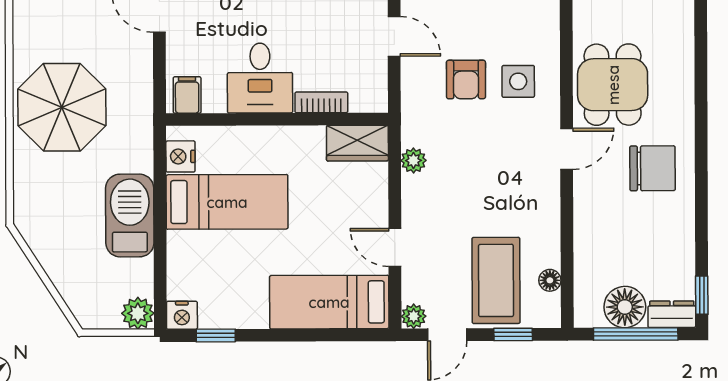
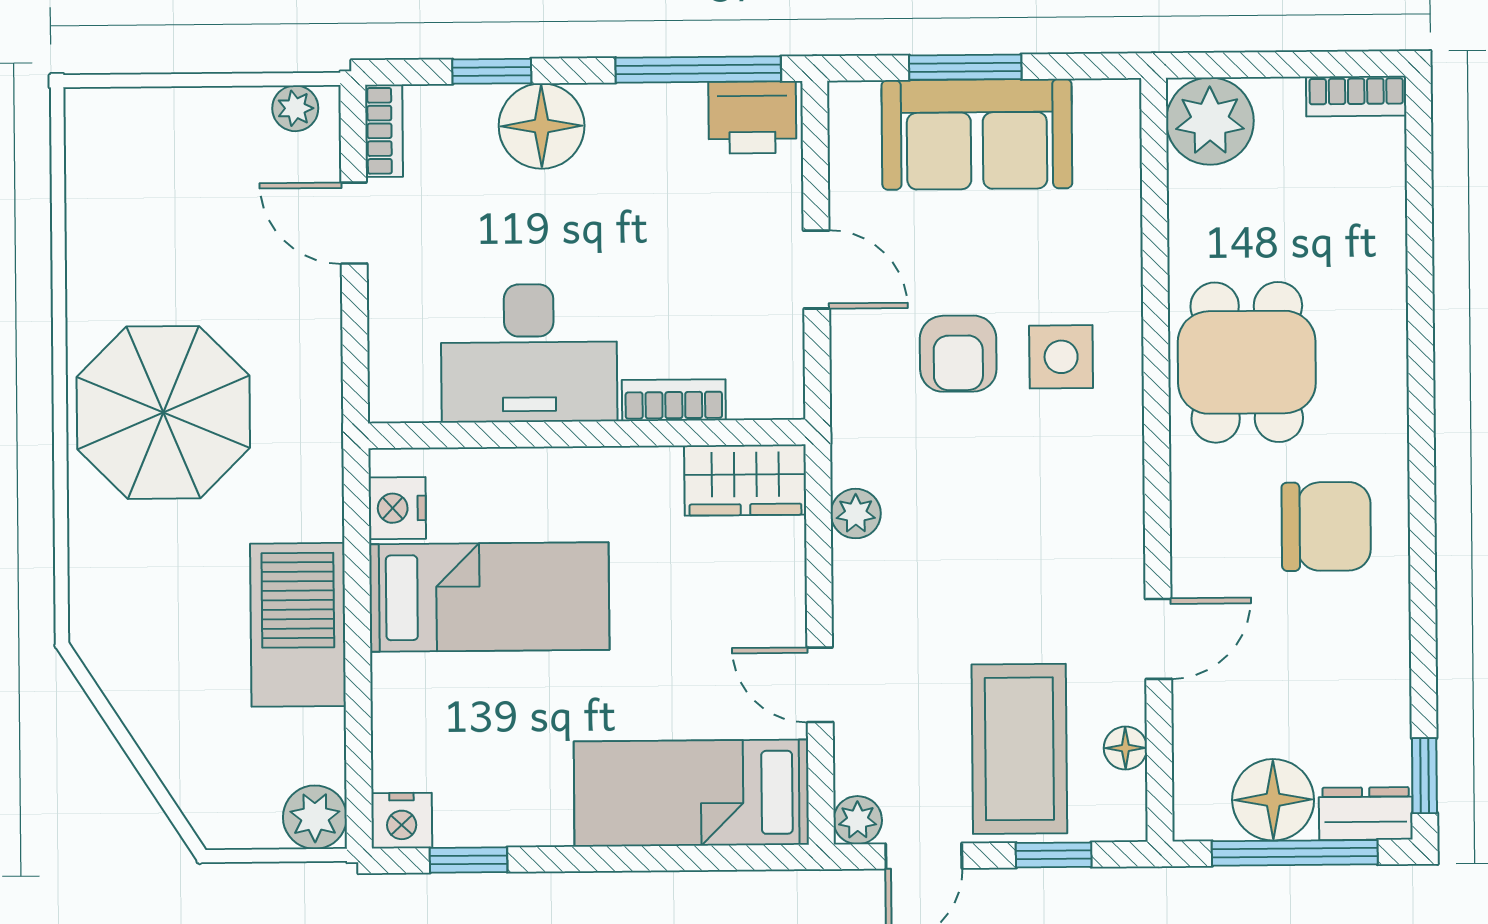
desk: (260, 78) -> (529, 353), width x1.37
filing cabinet: (187, 95) -> (410, 387), removed
door: (567, 149) -> (1158, 639), moved

